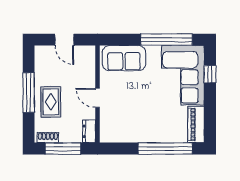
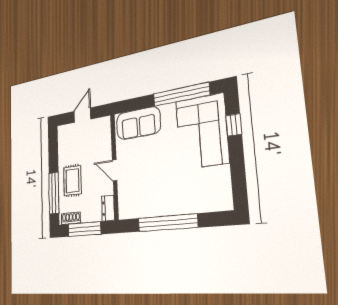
door: (64, 40) -> (82, 115), swing flipped
window: (29, 93) -> (54, 193), moved
piano: (196, 124) -> (222, 188), removed
window: (165, 149) -> (167, 223), moved

